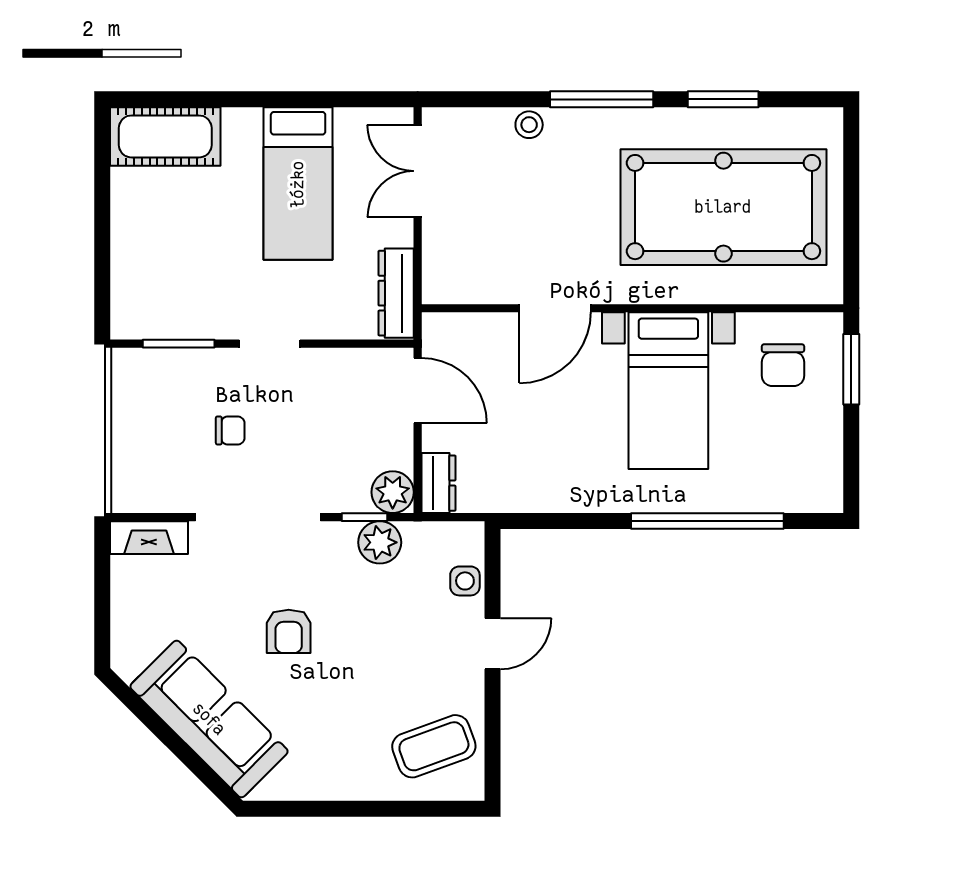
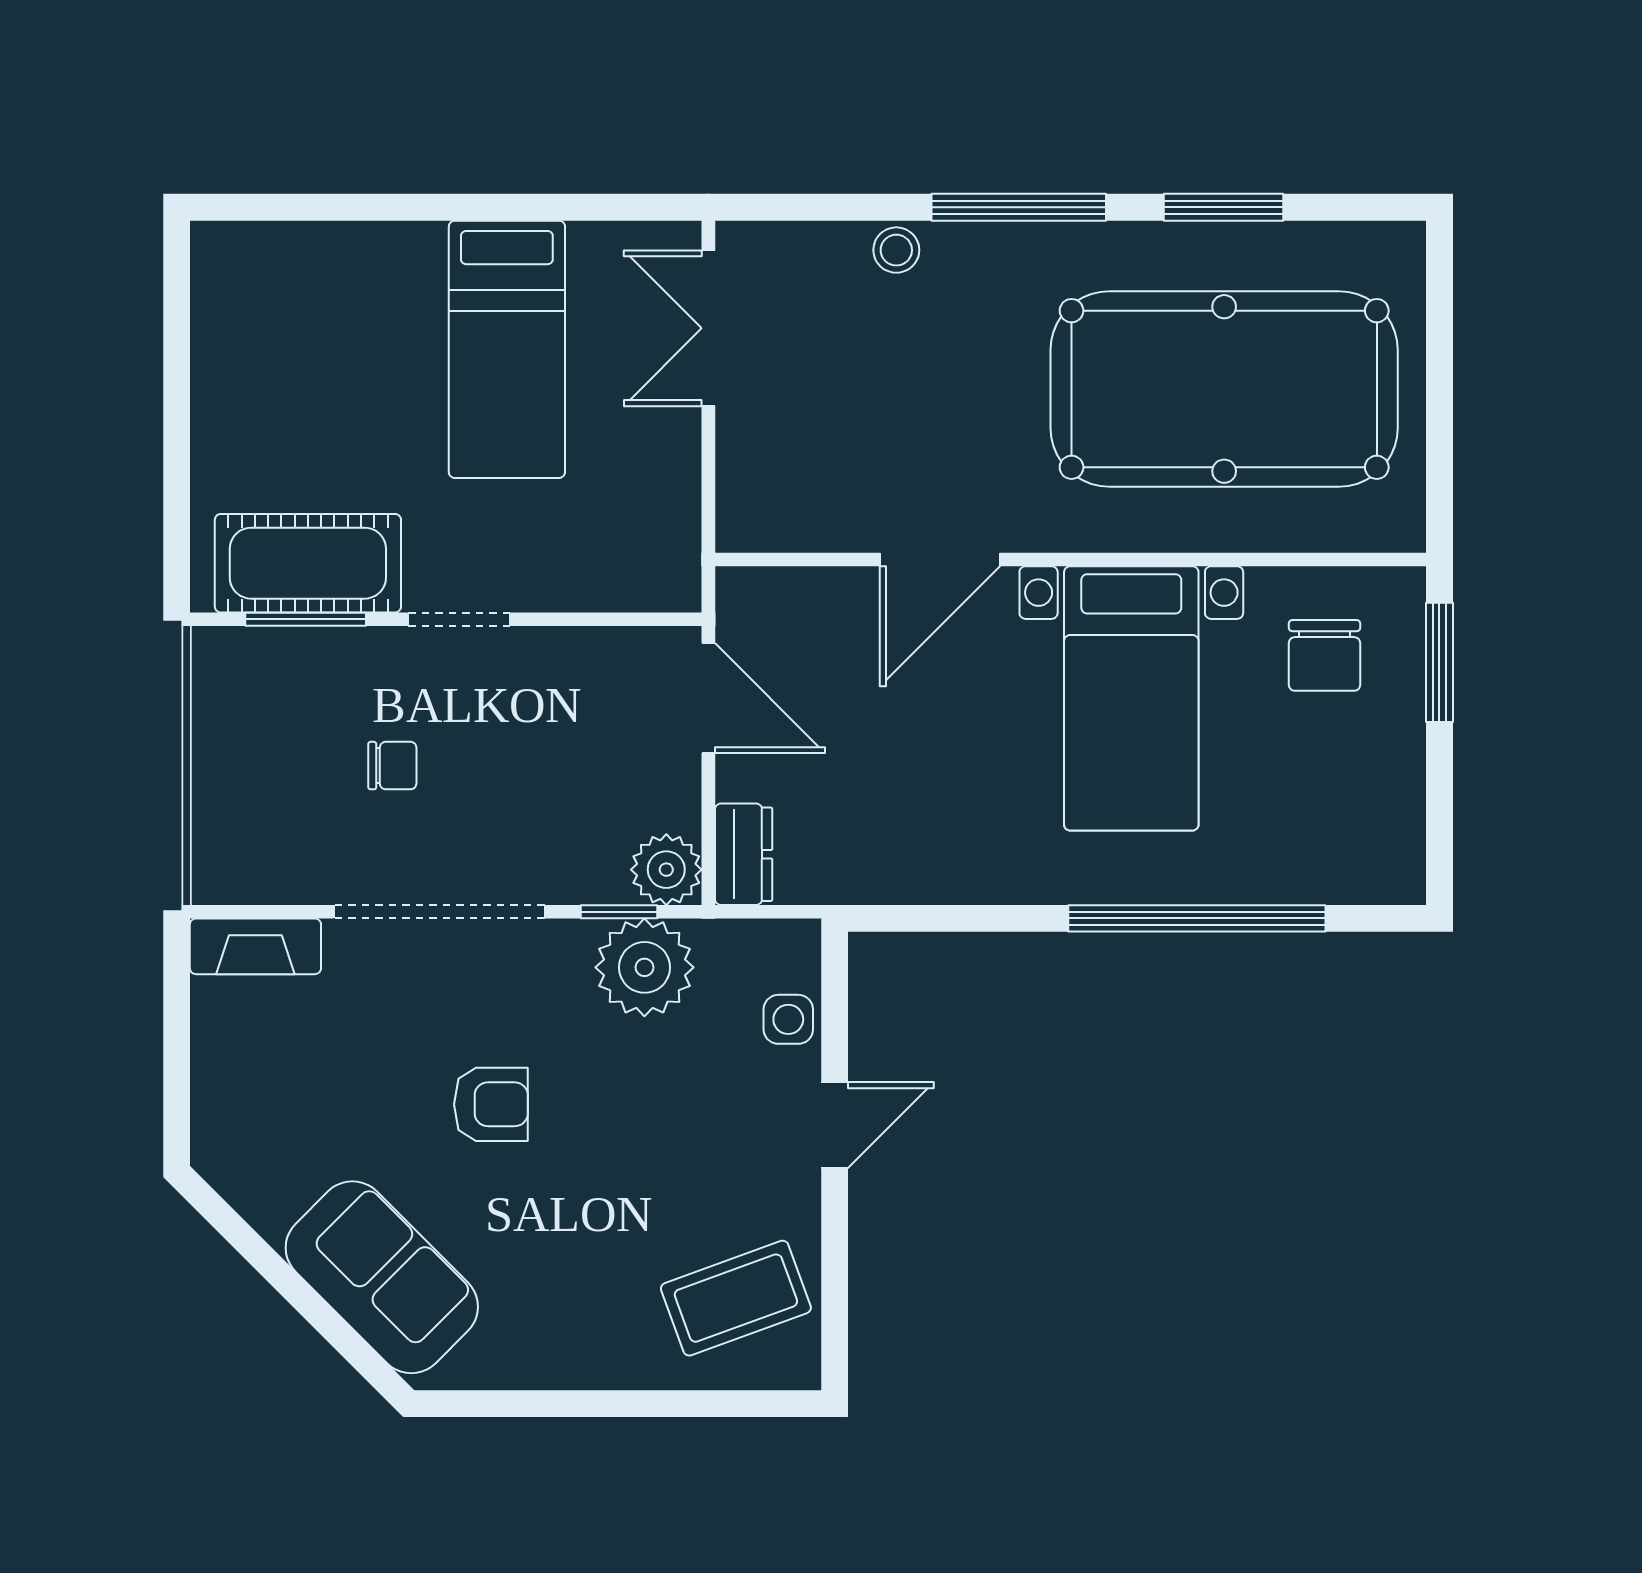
cot: (165, 136) -> (308, 563), moved
dresser: (396, 293) -> (672, 534), removed
plant: (380, 542) -> (644, 967), width x1.36, depth x1.36
armchair: (289, 631) -> (491, 1104), turned -90
sofa: (209, 719) -> (382, 1277), width x0.73

